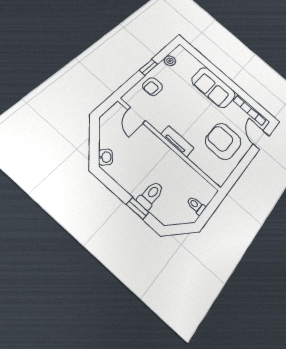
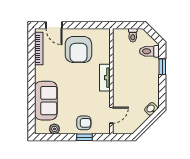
window: (148, 67) -> (84, 137), moved
sofa: (214, 87) -> (46, 101), moved
door: (261, 140) -> (54, 25), hinge flipped
toilet: (151, 195) -> (149, 51), moved

